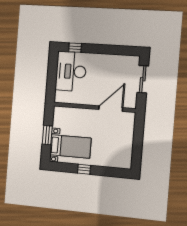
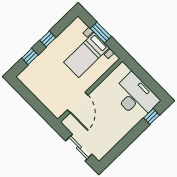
bed with nightstands: (70, 146) -> (86, 55), moved
window: (107, 172) -> (30, 56), added

